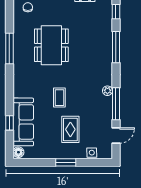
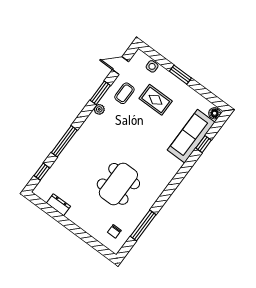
window: (9, 49) -> (143, 226), moved
coffee table: (59, 98) -> (124, 93), moved
window: (116, 104) -> (100, 93), width x0.69
rug: (70, 129) -> (156, 100), turned 90

